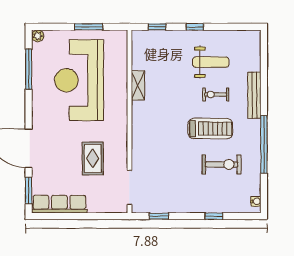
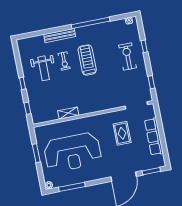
weight bench: (211, 62) -> (44, 68), turned 180
rug: (93, 158) -> (122, 133), turned 90
exercise bike: (222, 164) -> (128, 56), moved
row of seats: (59, 204) -> (154, 137), moved

